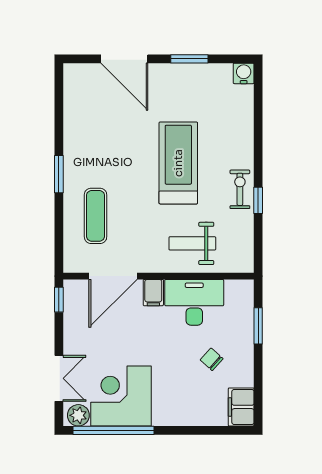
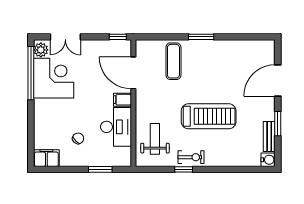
bench: (209, 72) -> (269, 137), added
exercise mat: (96, 216) -> (173, 61), turned 90
weight bench: (192, 243) -> (155, 139), moved

